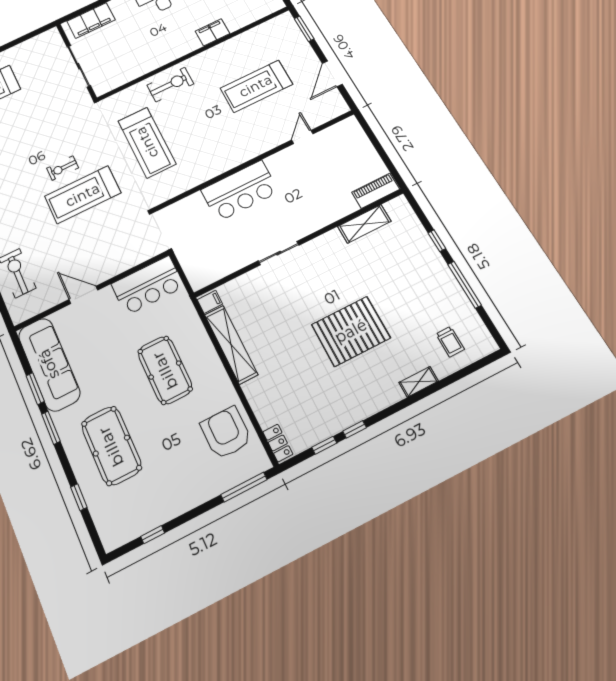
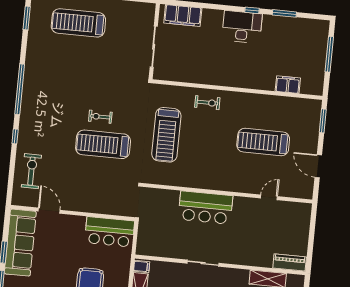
filing cabinet: (212, 32) -> (288, 85), moved
door: (332, 74) -> (318, 166), hinge flipped
exercise bike: (170, 85) -> (207, 103), width x0.73, depth x0.72
door: (83, 295) -> (49, 211), moved

